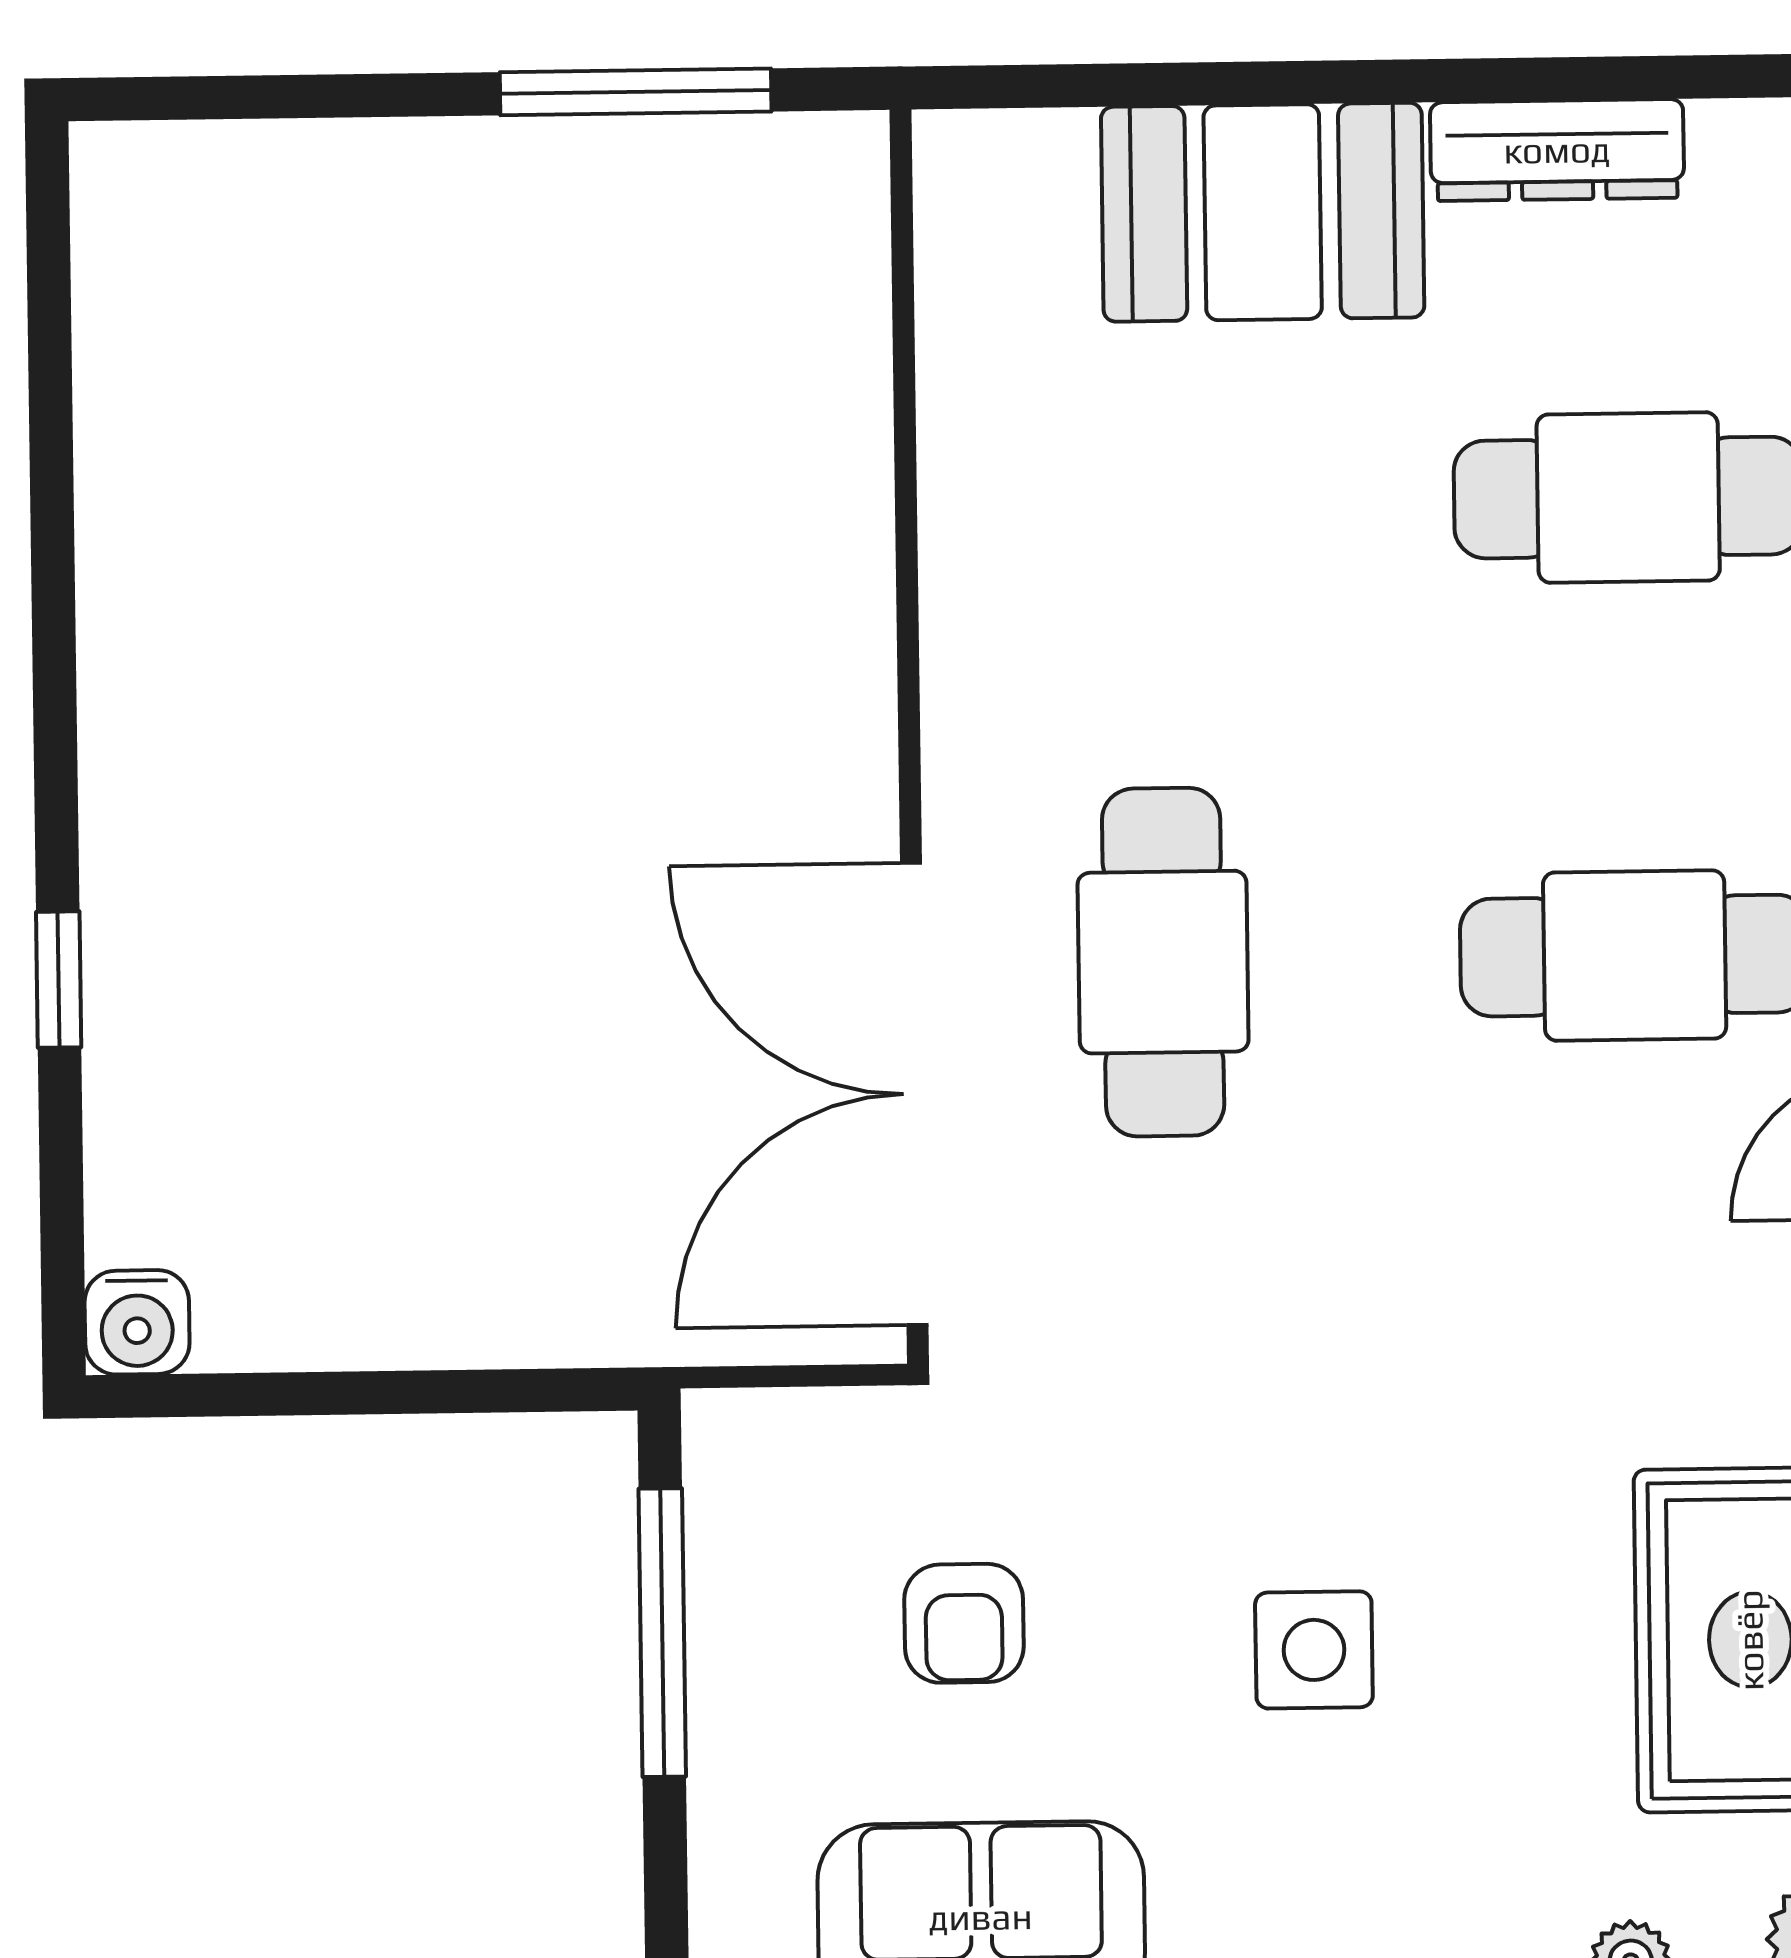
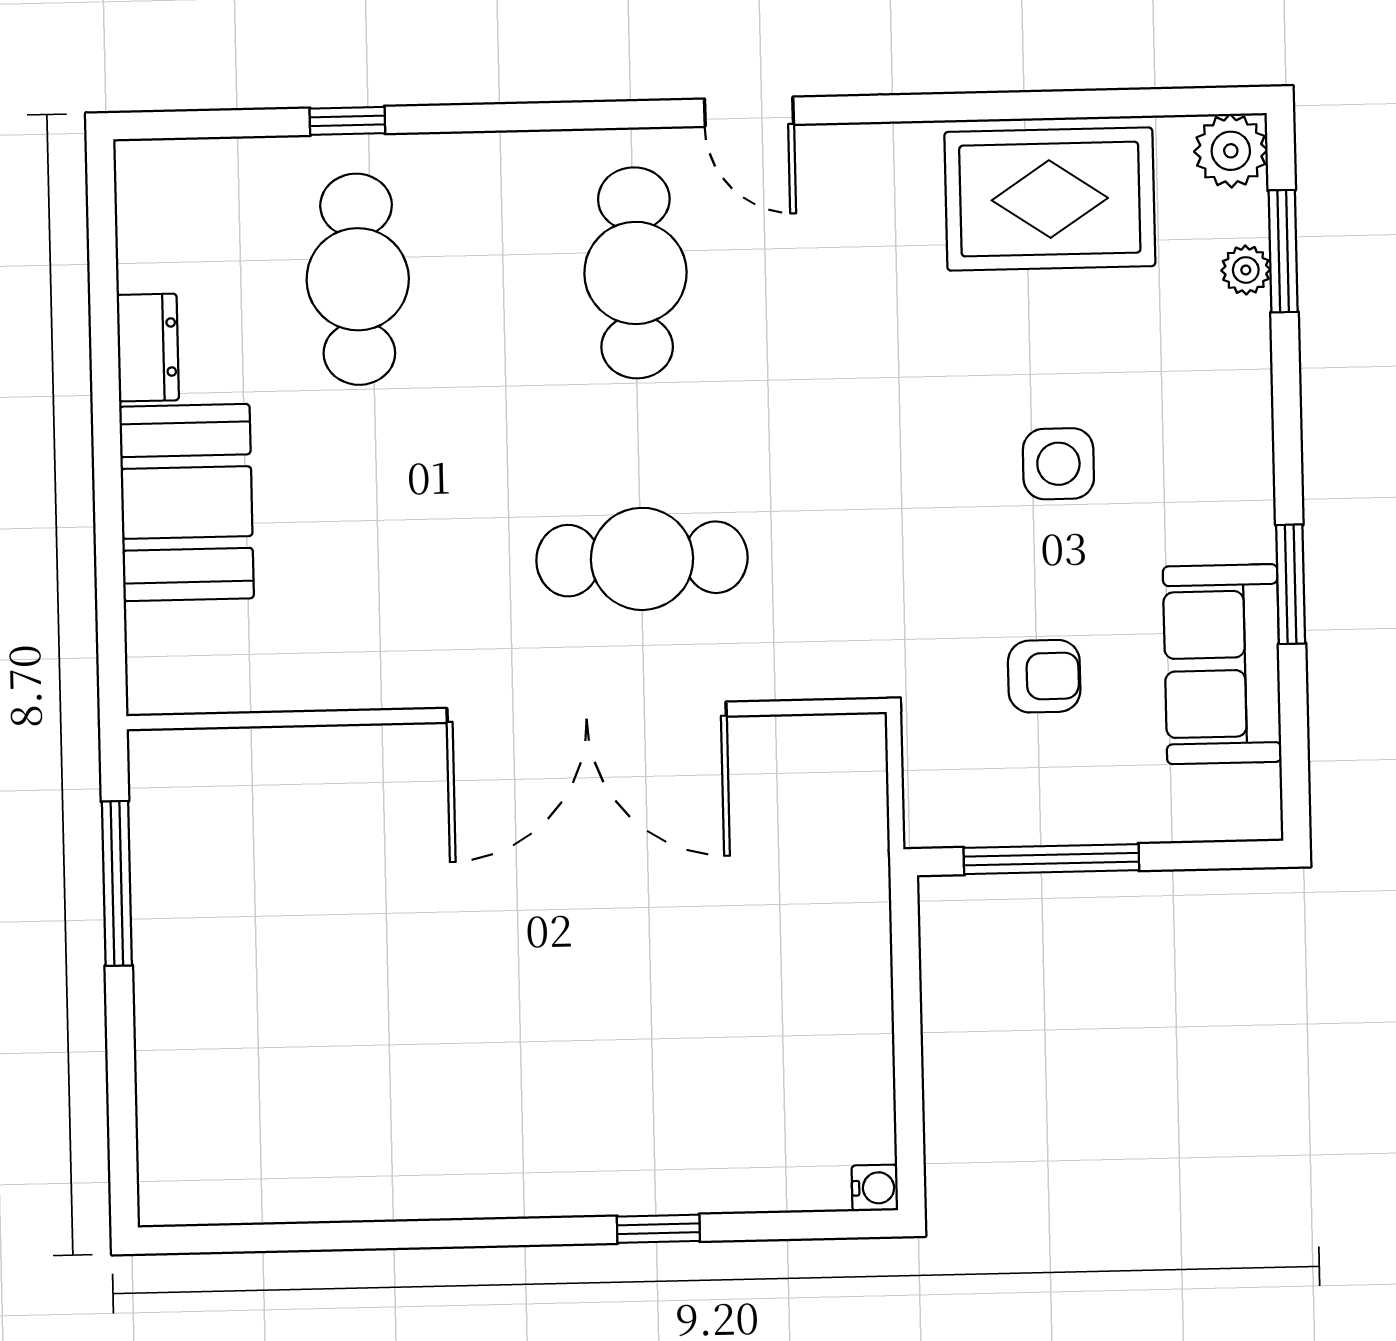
dresser: (1557, 150) -> (148, 348), width x0.70
double door: (914, 1094) -> (587, 712), moved
water cooler: (137, 1322) -> (875, 1188), width x0.72, depth x0.72

